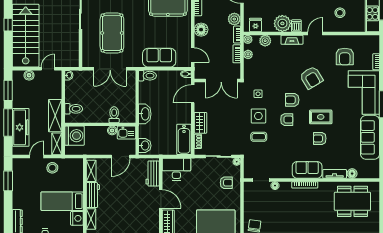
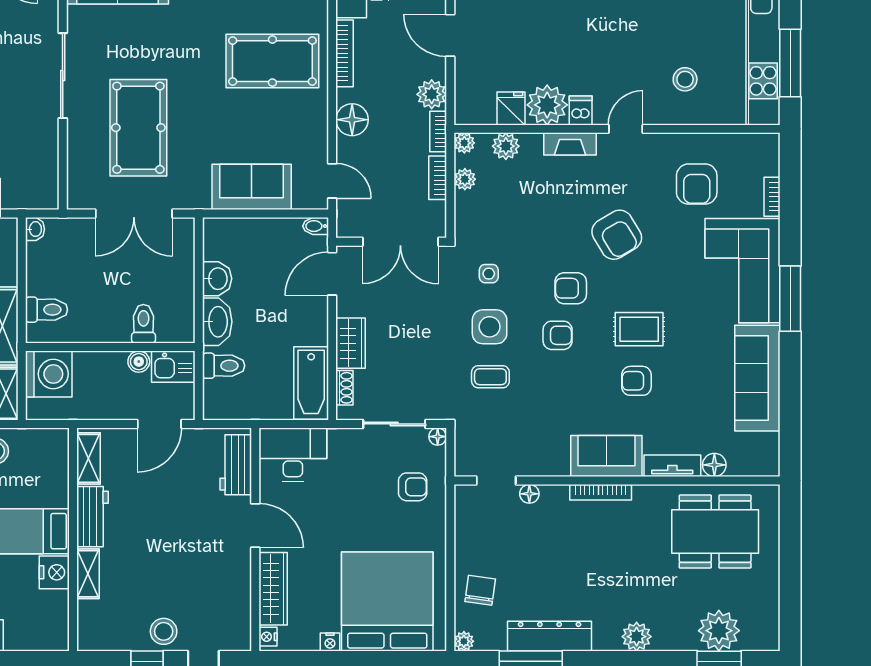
fridge: (256, 25) -> (511, 108), moved
toilet: (147, 76) -> (224, 366), moved
washbasin: (145, 146) -> (217, 279), moved

